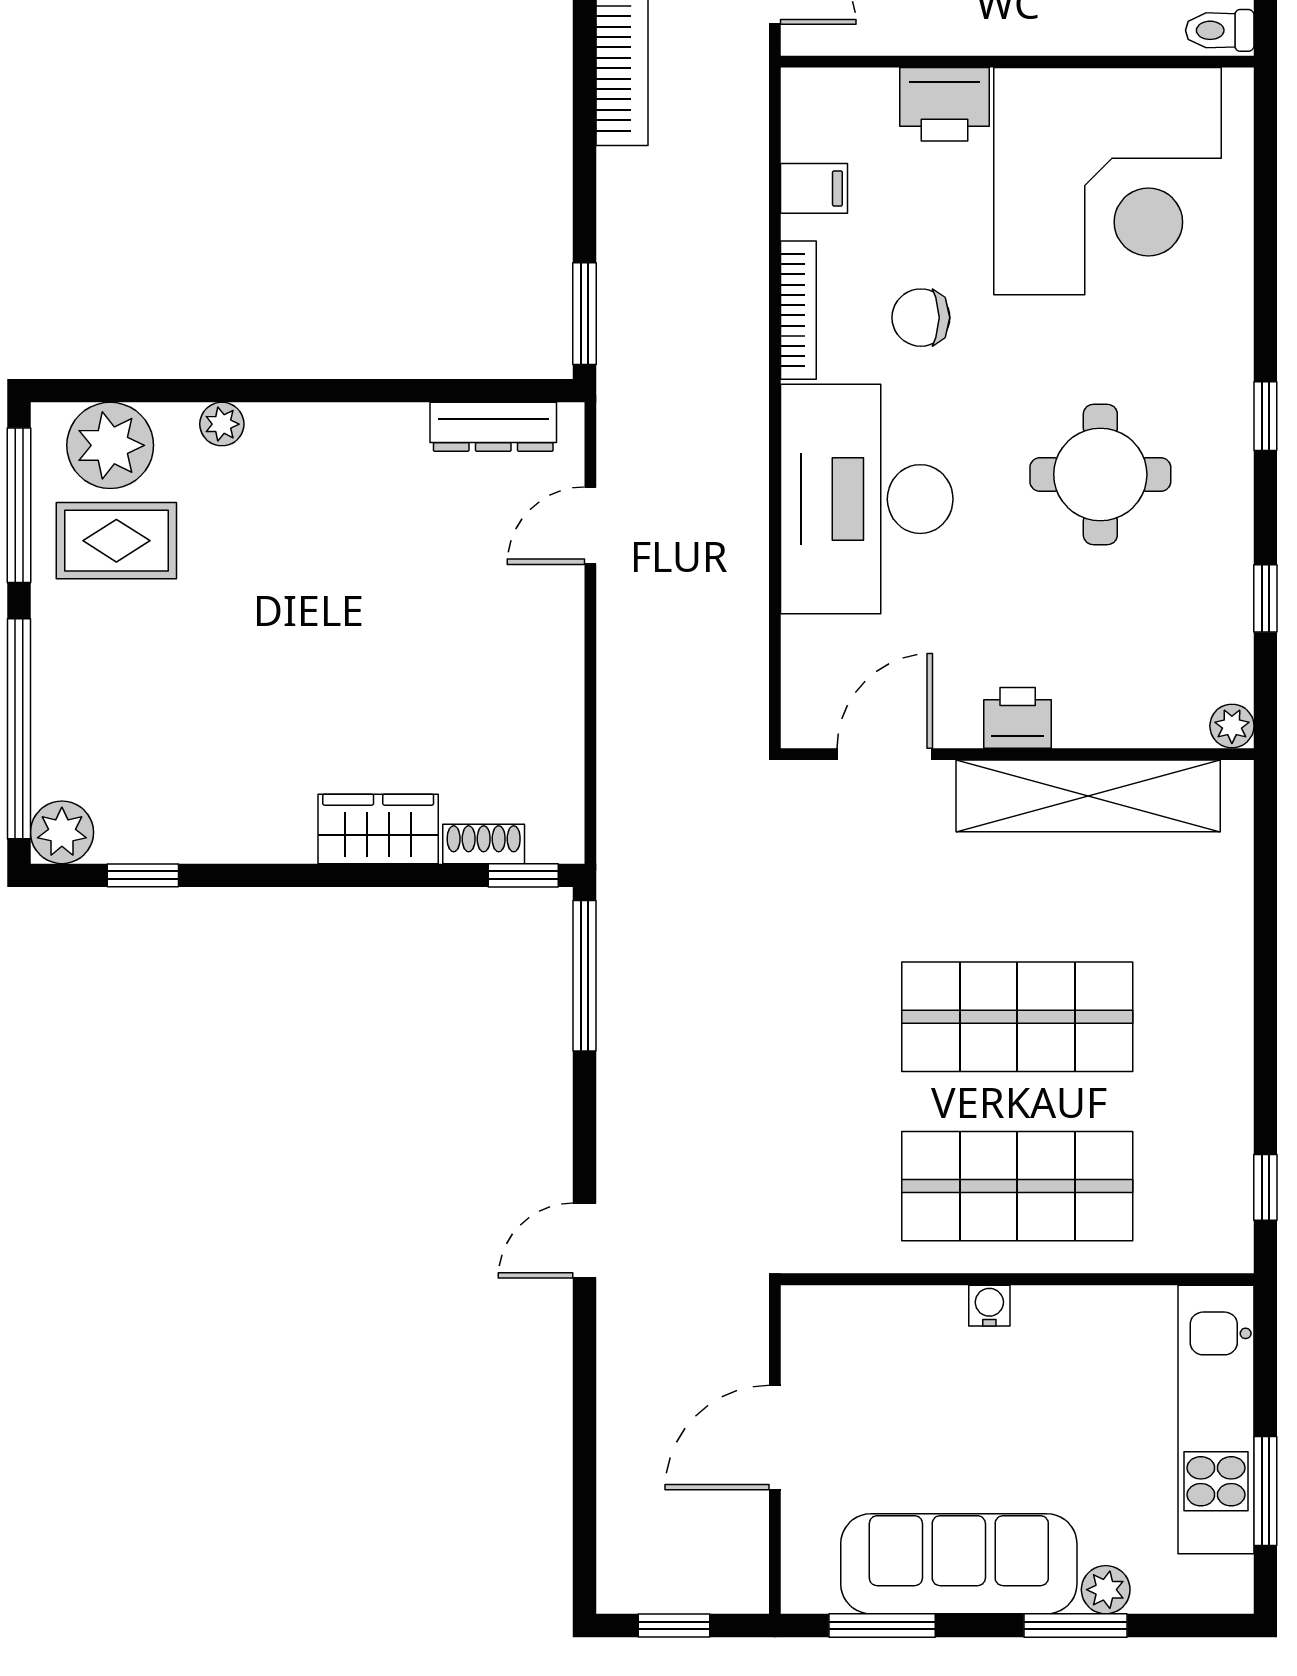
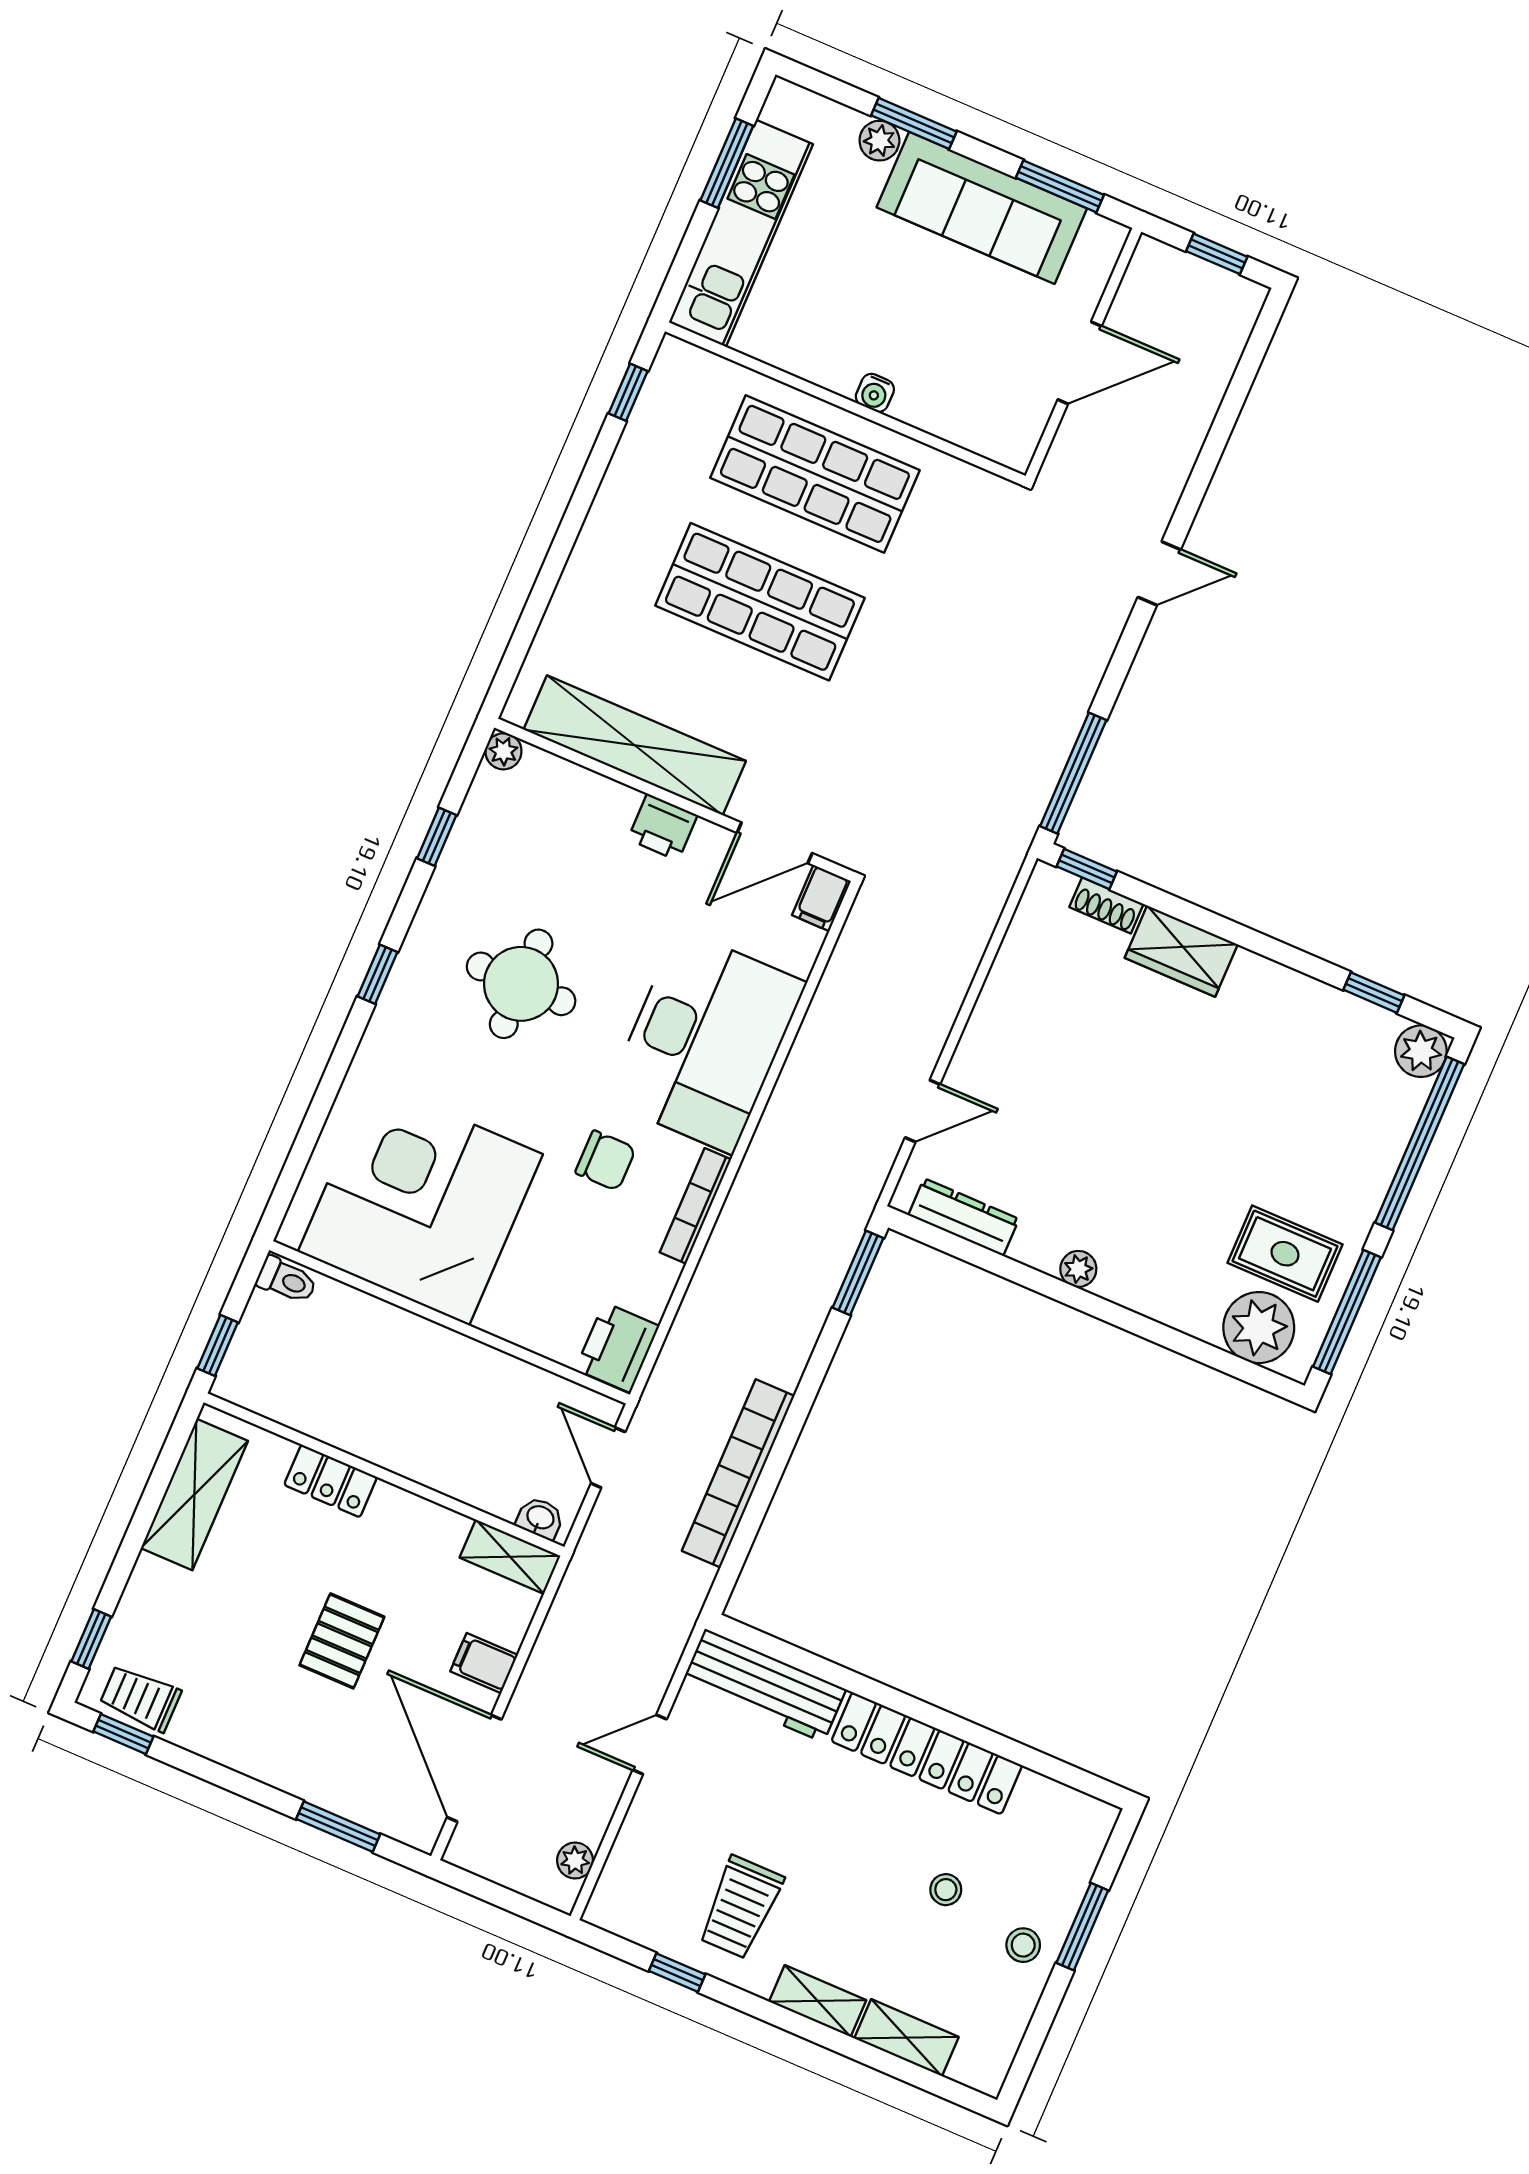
printer: (945, 104) -> (617, 1348), moved, turned -90
filing cabinet: (814, 188) -> (822, 898), moved, turned -90
plant: (222, 424) -> (1078, 1269), moved

